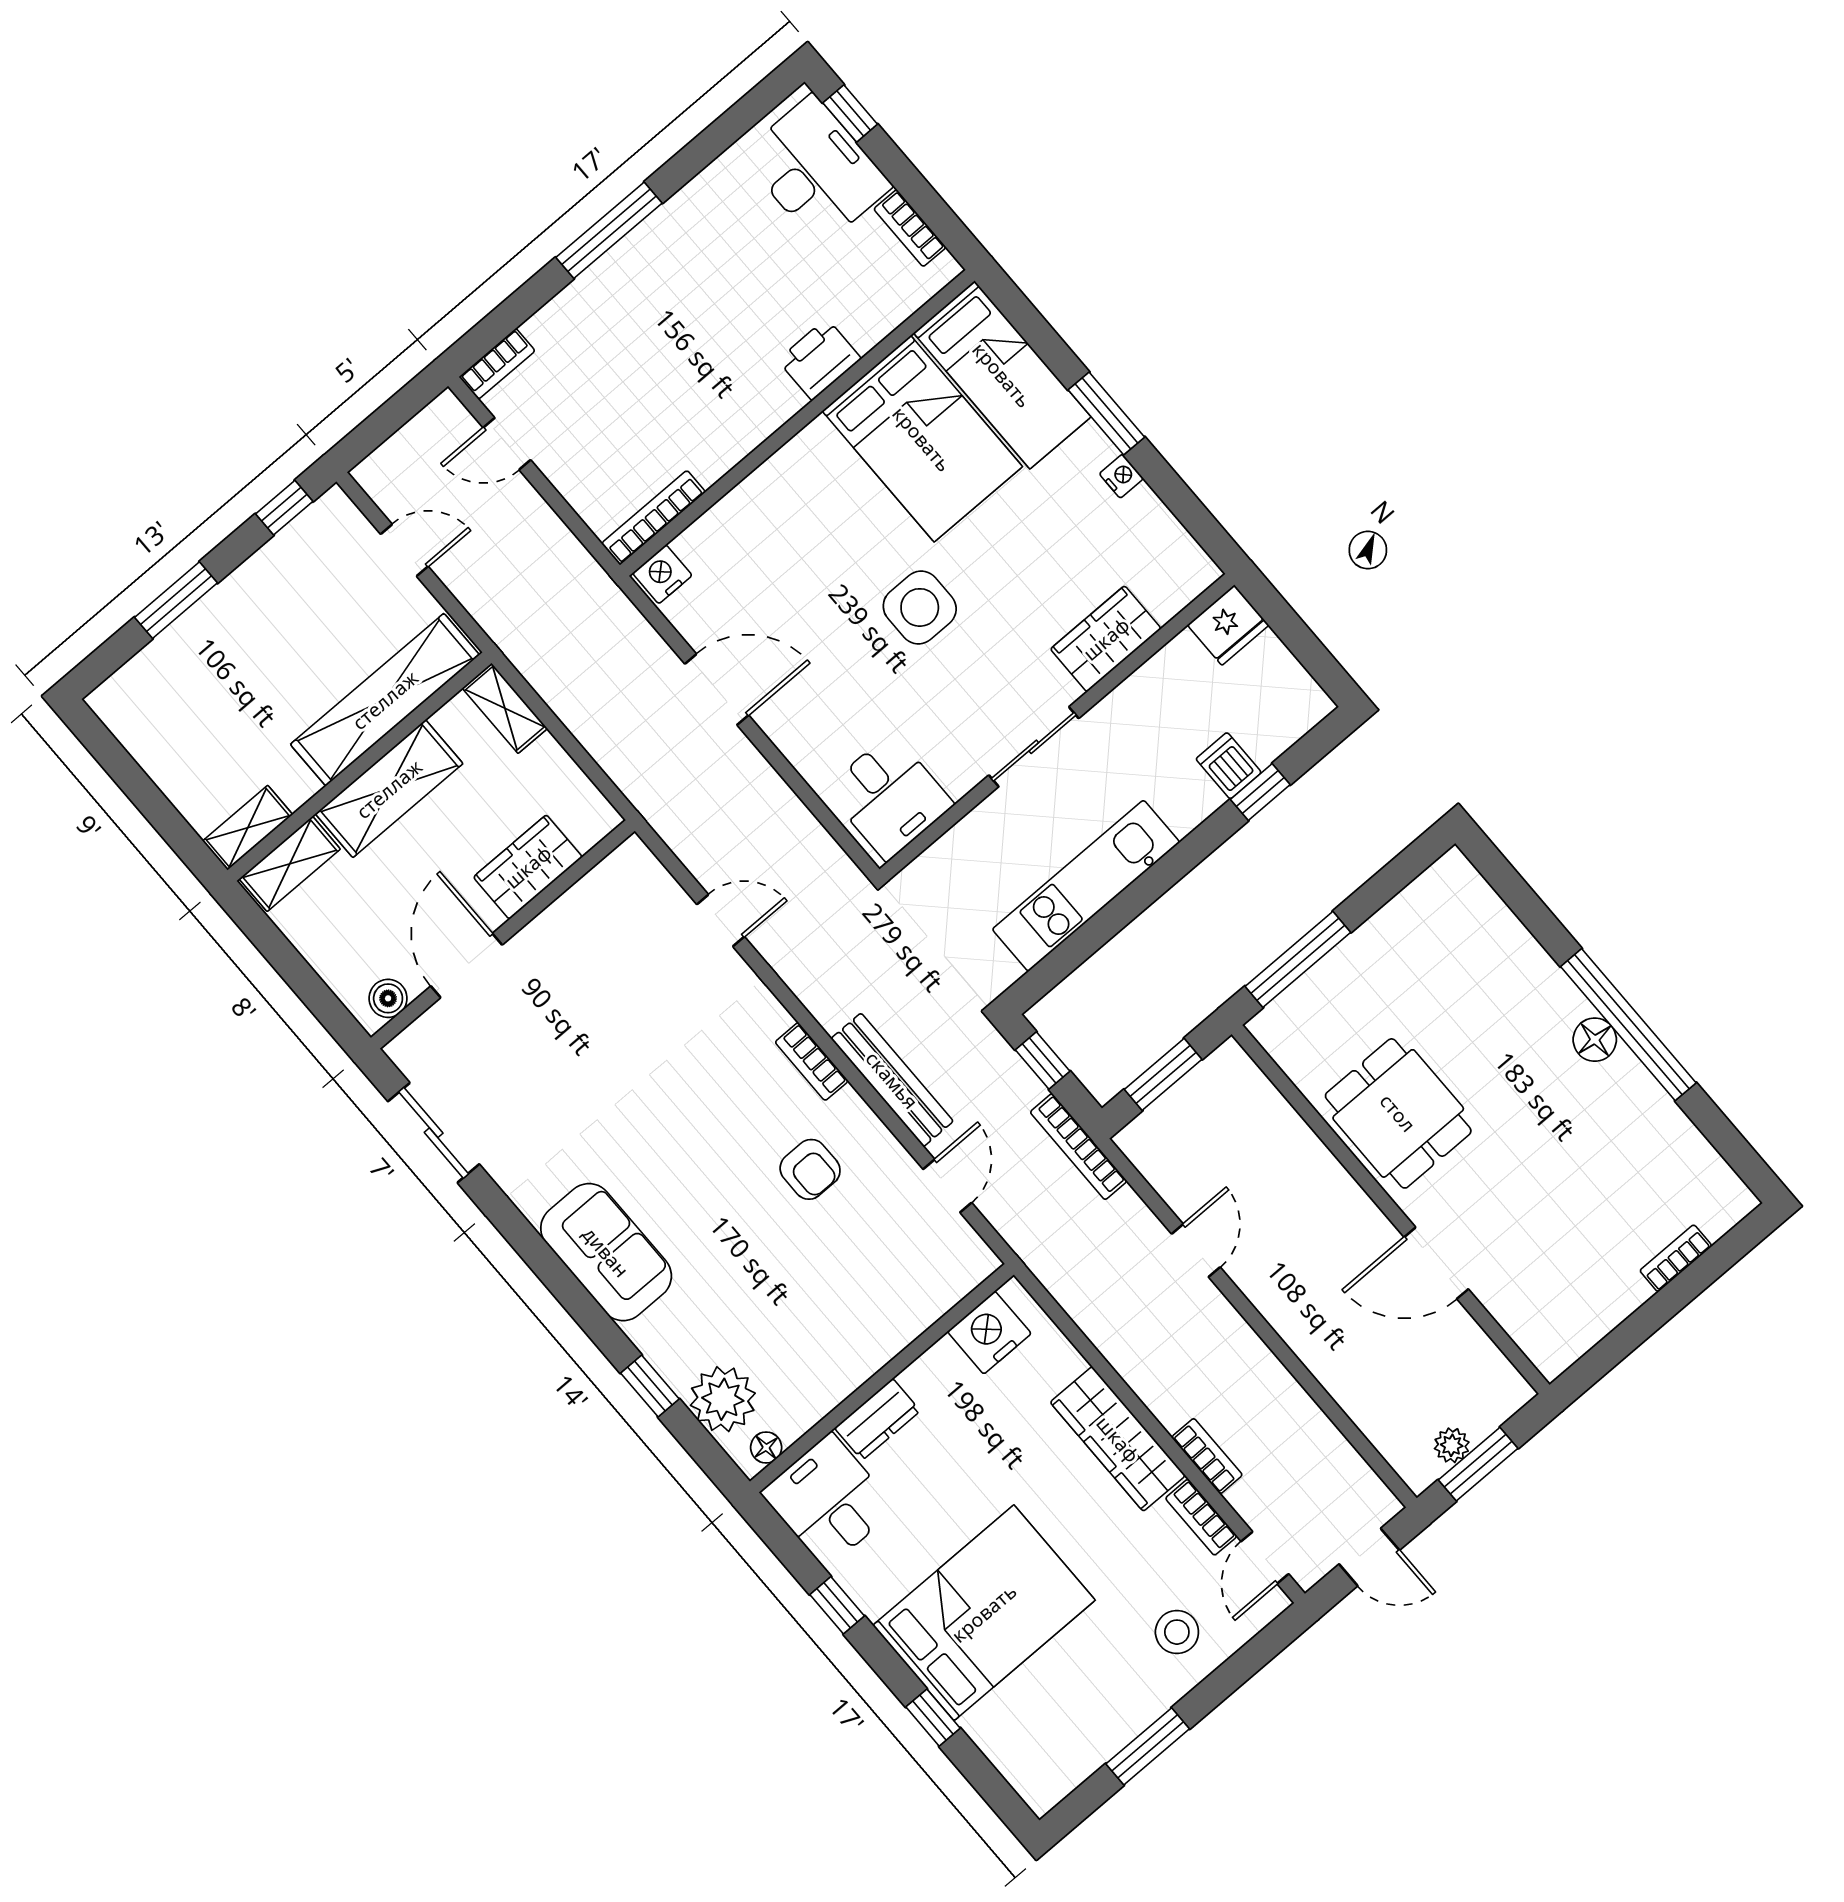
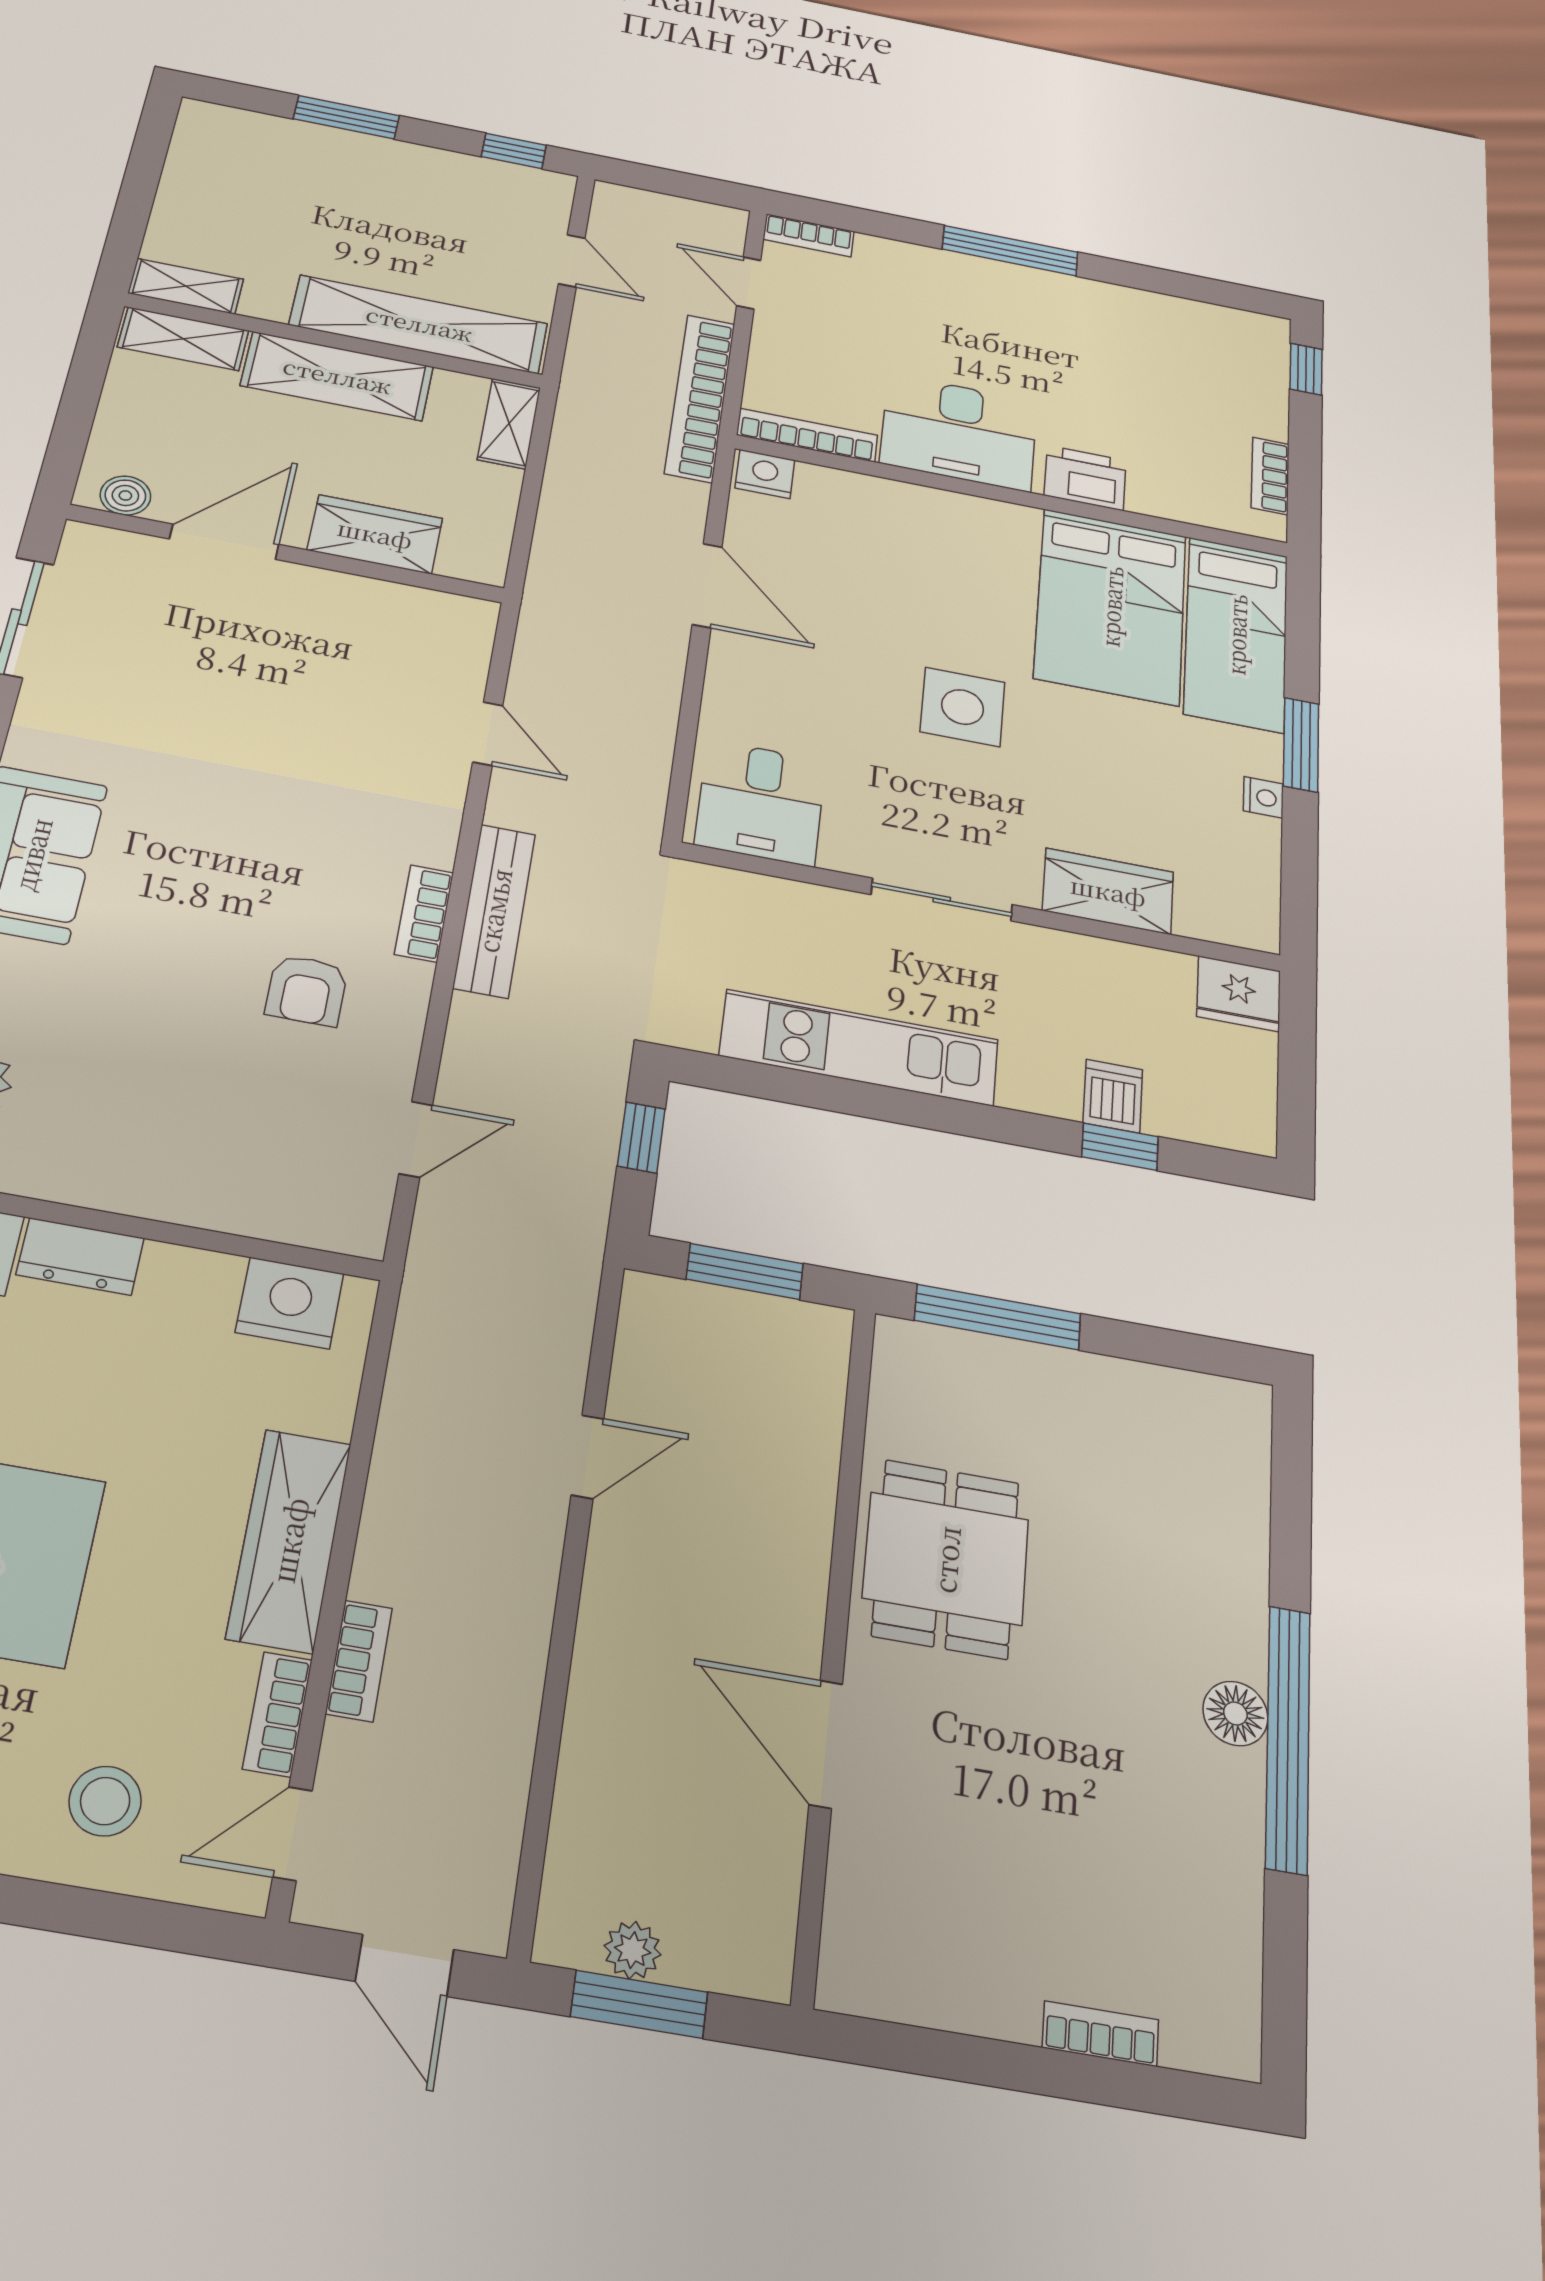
desk: (816, 171) -> (959, 432), moved, turned 90
bench: (892, 1080) -> (494, 910), moved
bookcase: (1079, 1147) -> (700, 398), moved, width x1.48, depth x1.31

